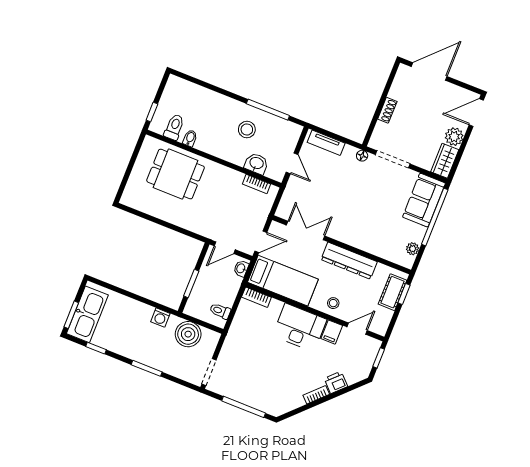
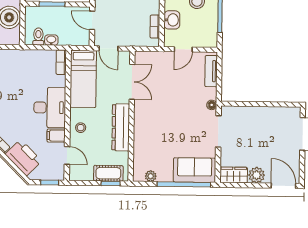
shoe rack: (387, 110) -> (257, 111), removed
washbasin: (241, 268) -> (51, 40), moved
printer: (336, 382) -> (23, 158), width x1.87, depth x1.48

